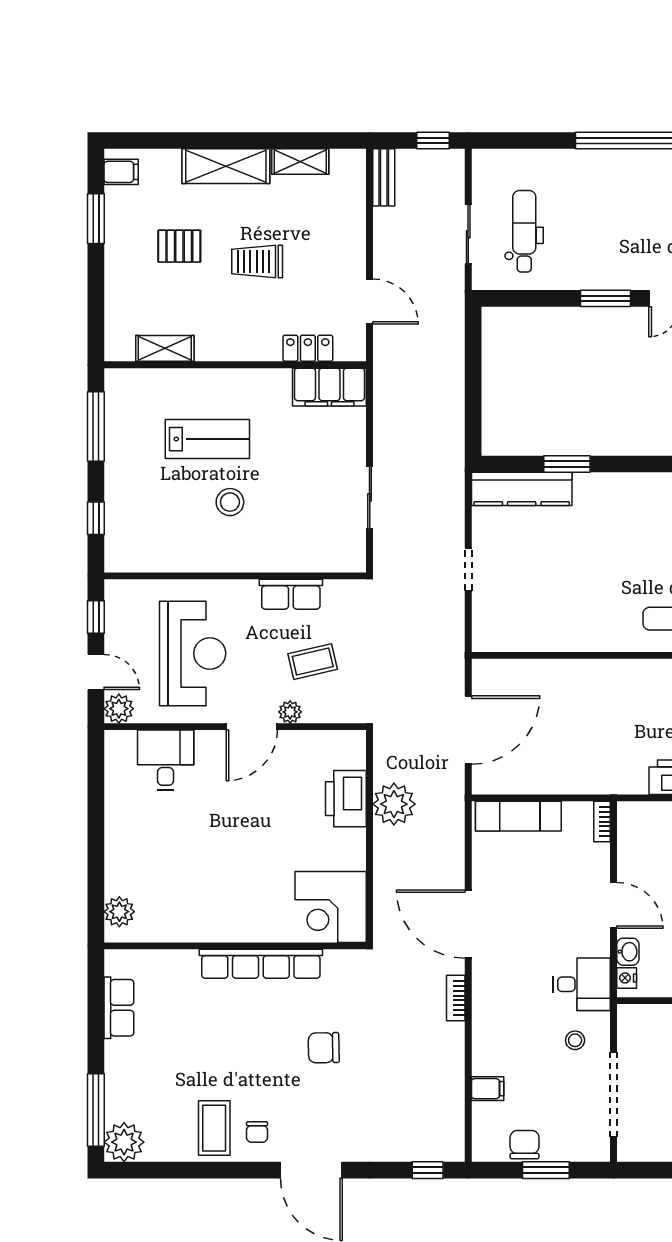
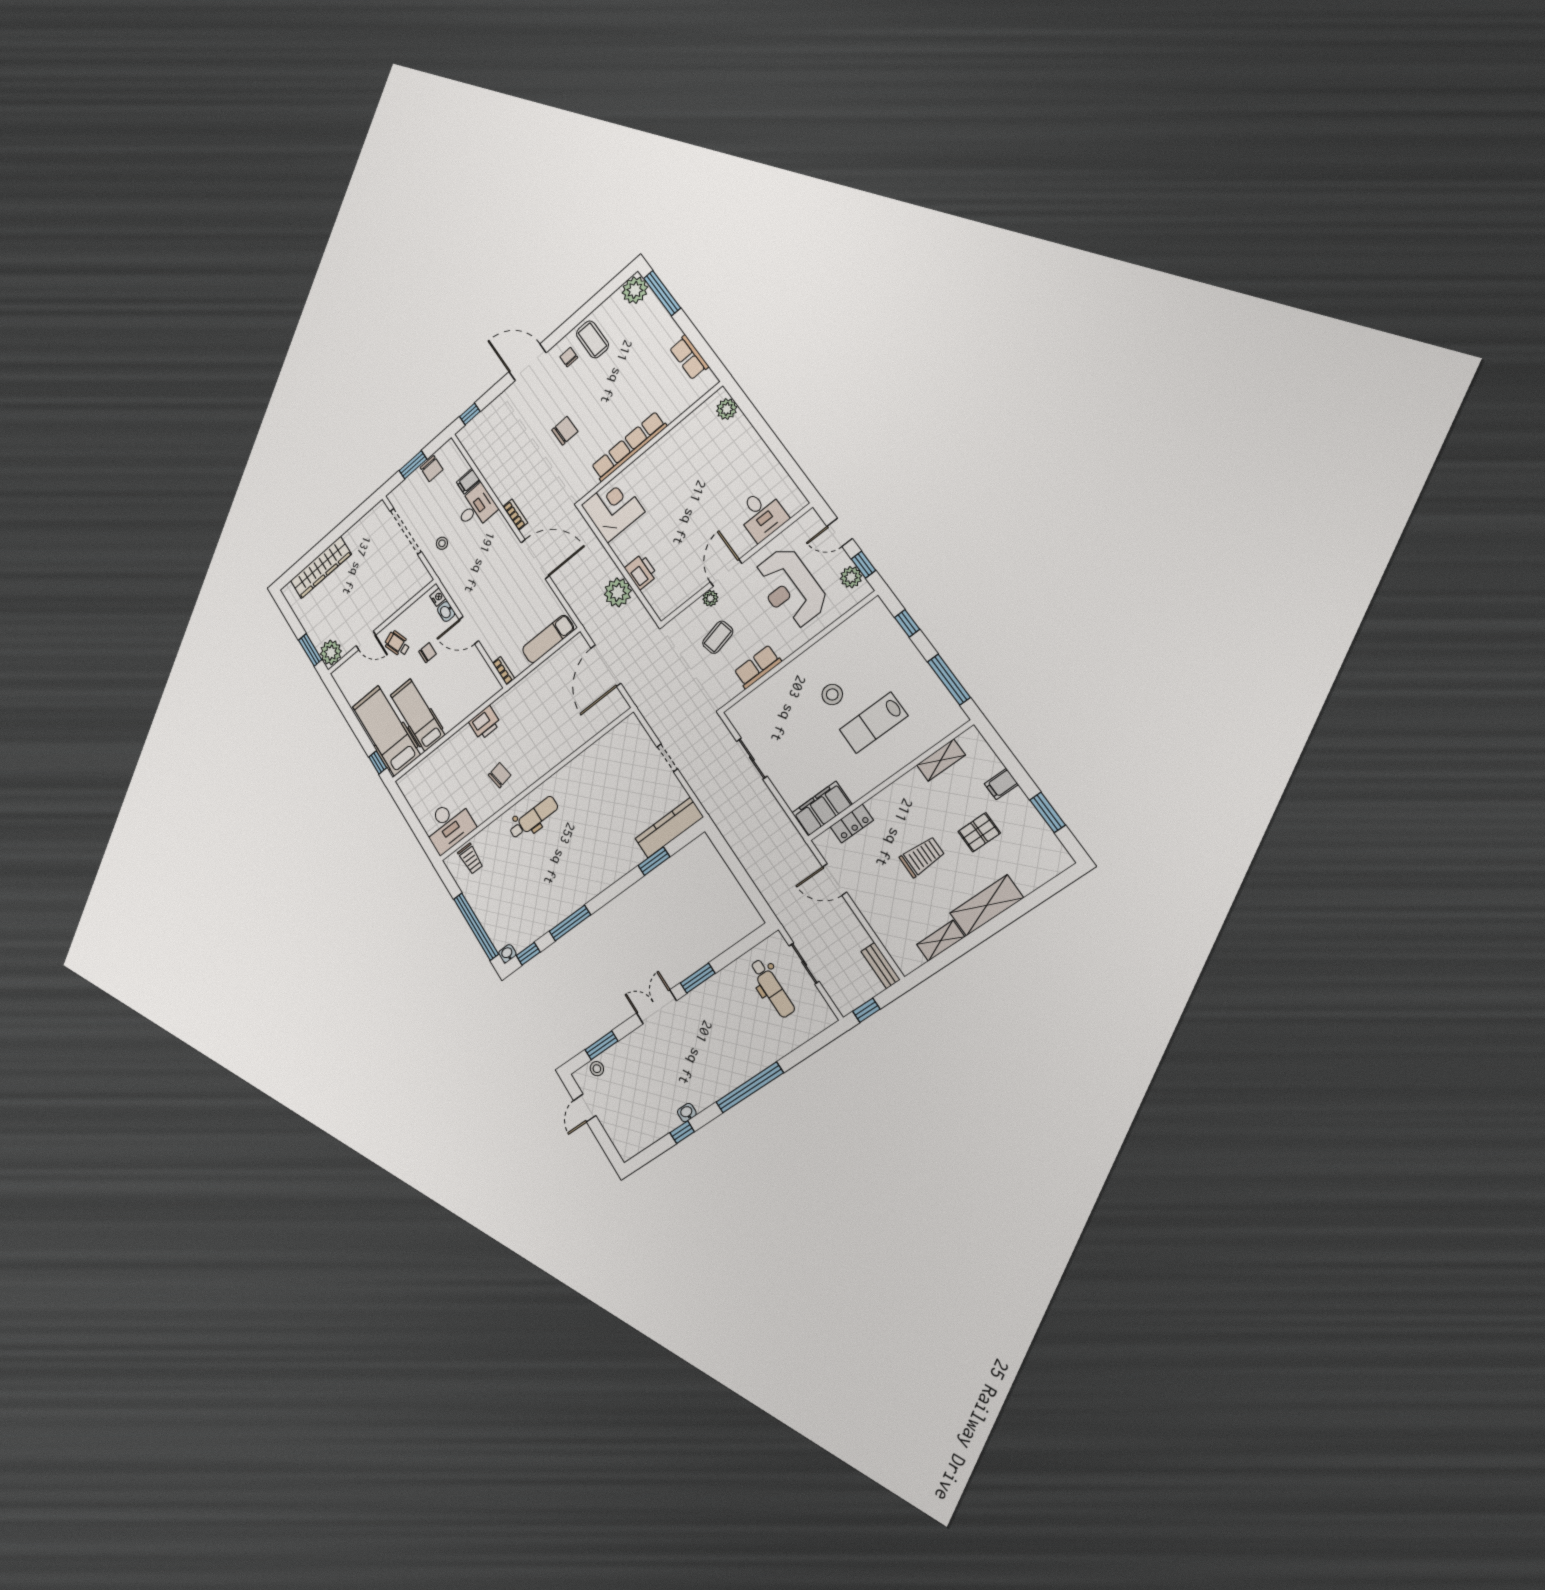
filing cabinet: (121, 172) -> (1001, 784), moved
plant: (119, 709) -> (851, 577), moved
printer: (346, 799) -> (641, 572), width x0.73, depth x0.84
desk: (582, 984) -> (476, 508), moved, turned 180

